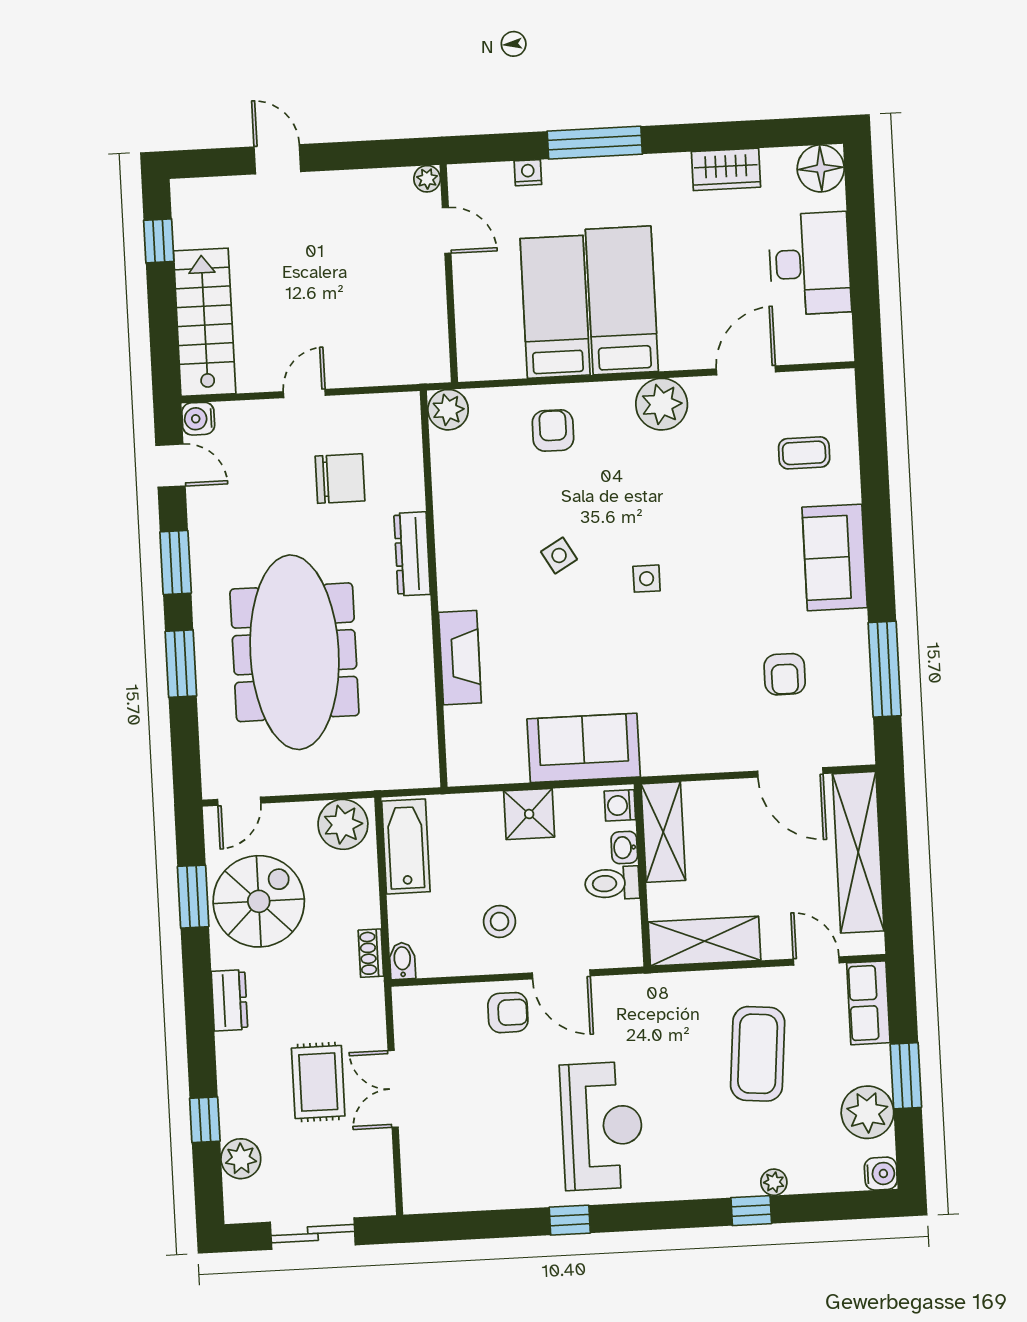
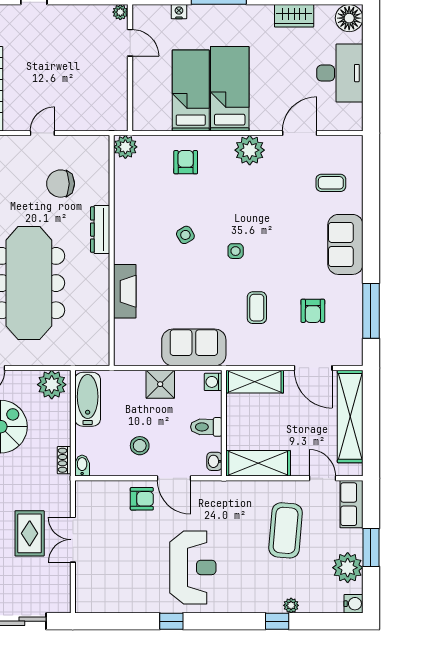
chair: (340, 479) -> (61, 184), turned 180
coffee table: (688, 674) -> (257, 308), added
shelving: (663, 832) -> (255, 382), moved, turned 90
washbasin: (624, 848) -> (214, 461), moved

